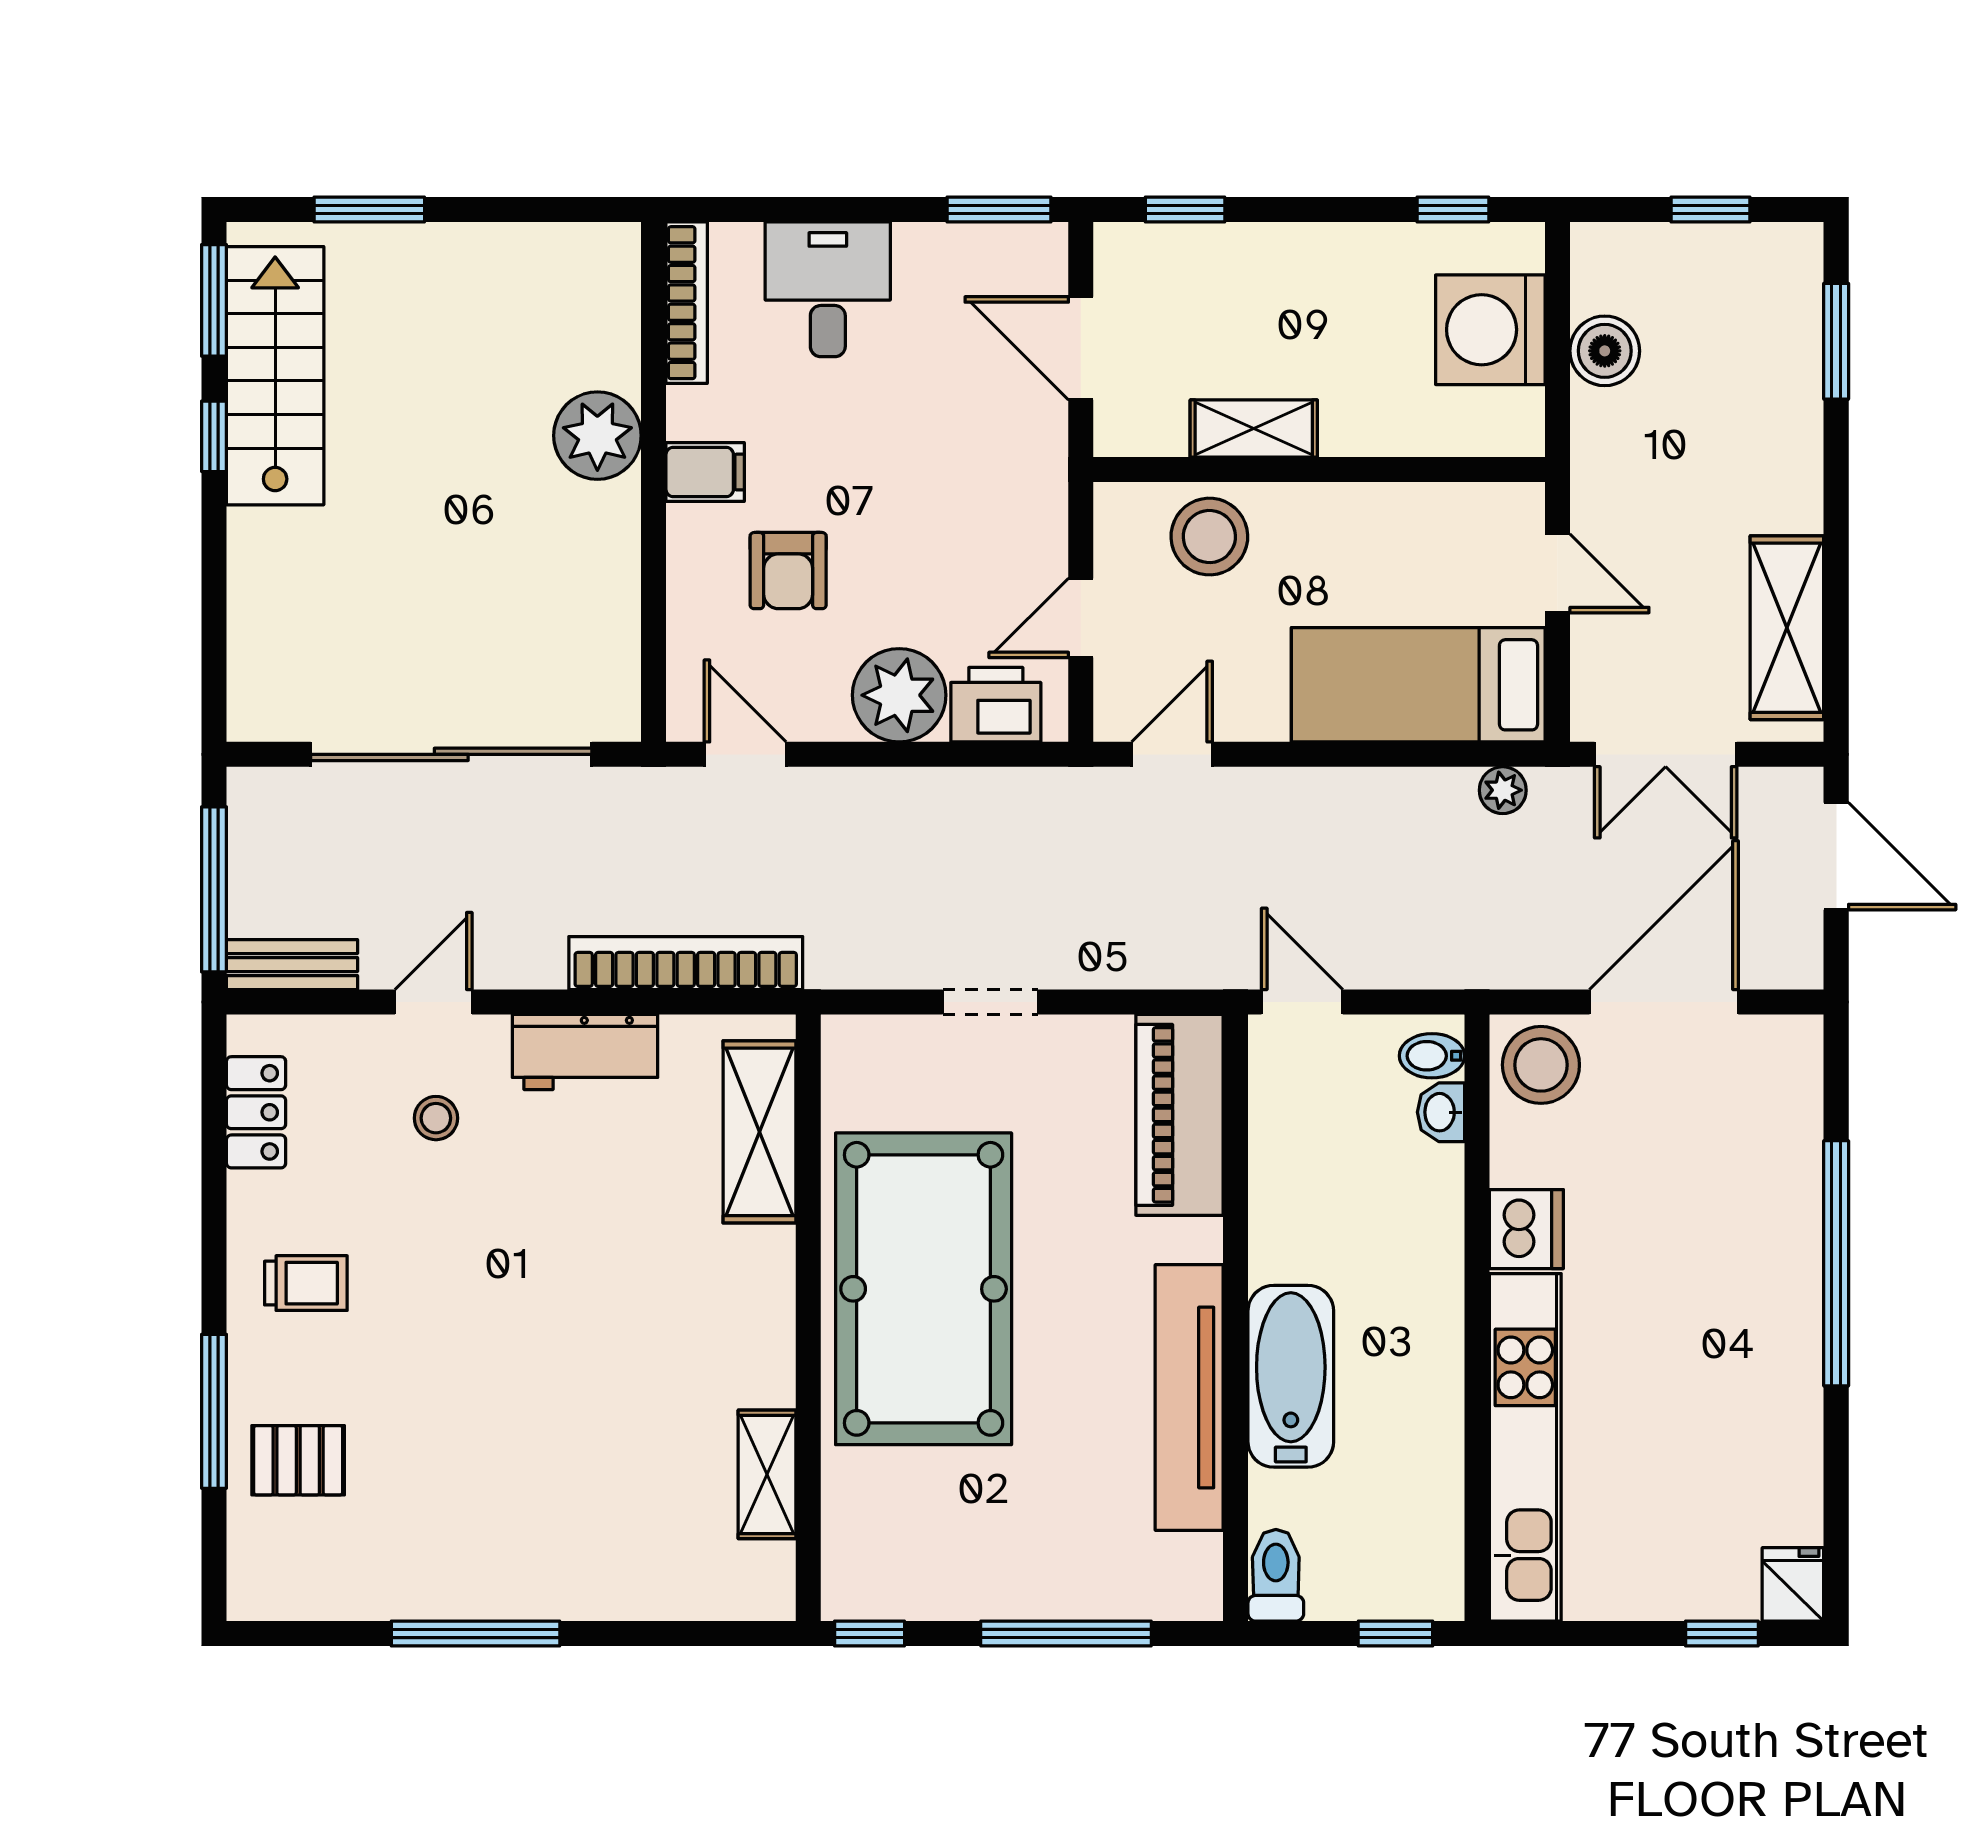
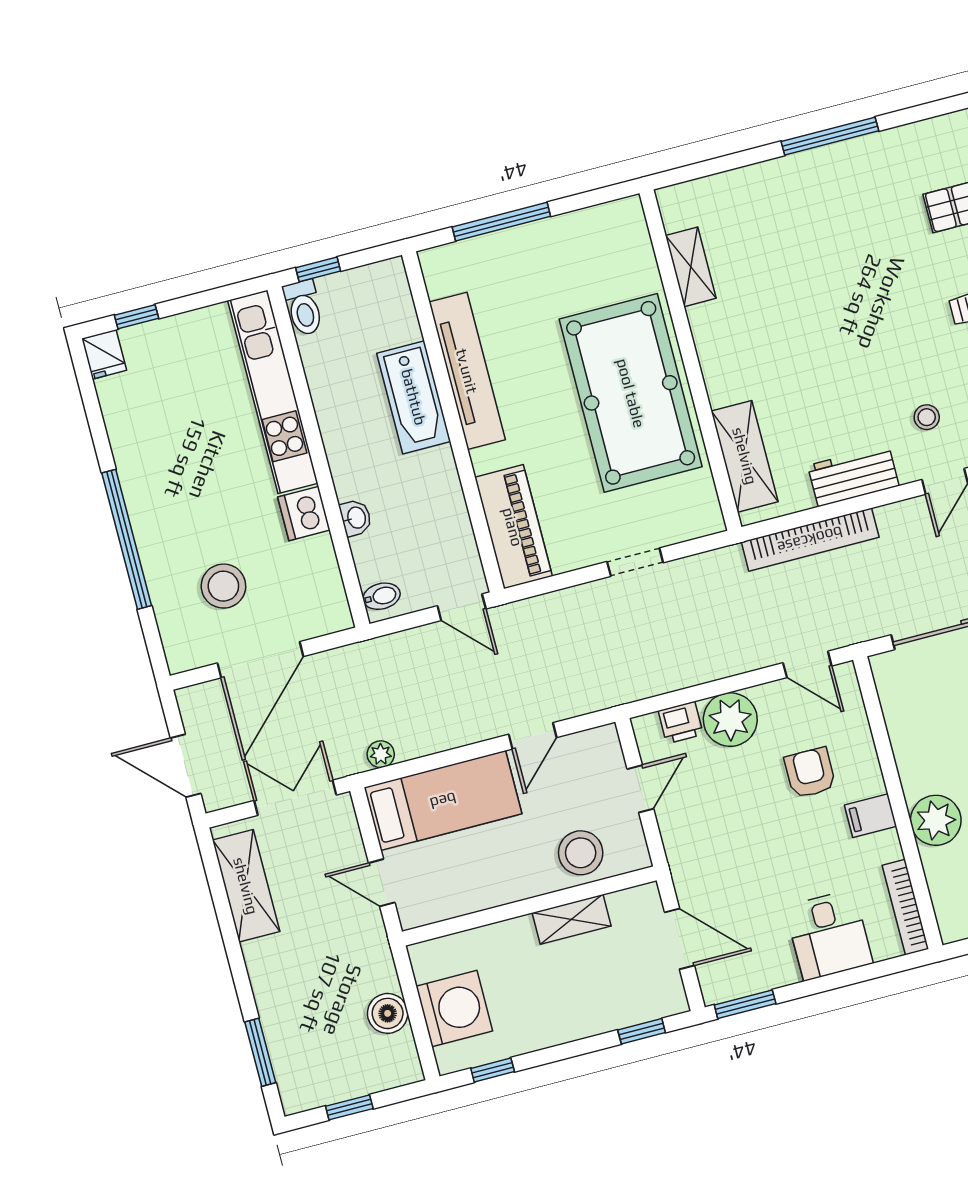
printer: (996, 705) -> (681, 723), width x0.73, depth x0.81
door: (1172, 754) -> (533, 736), moved
stool: (1541, 1065) -> (223, 586), moved
washbasin: (1441, 1112) -> (356, 518), moved
toilet: (1276, 1575) -> (304, 308), moved
window: (870, 1634) -> (611, 193), removed

